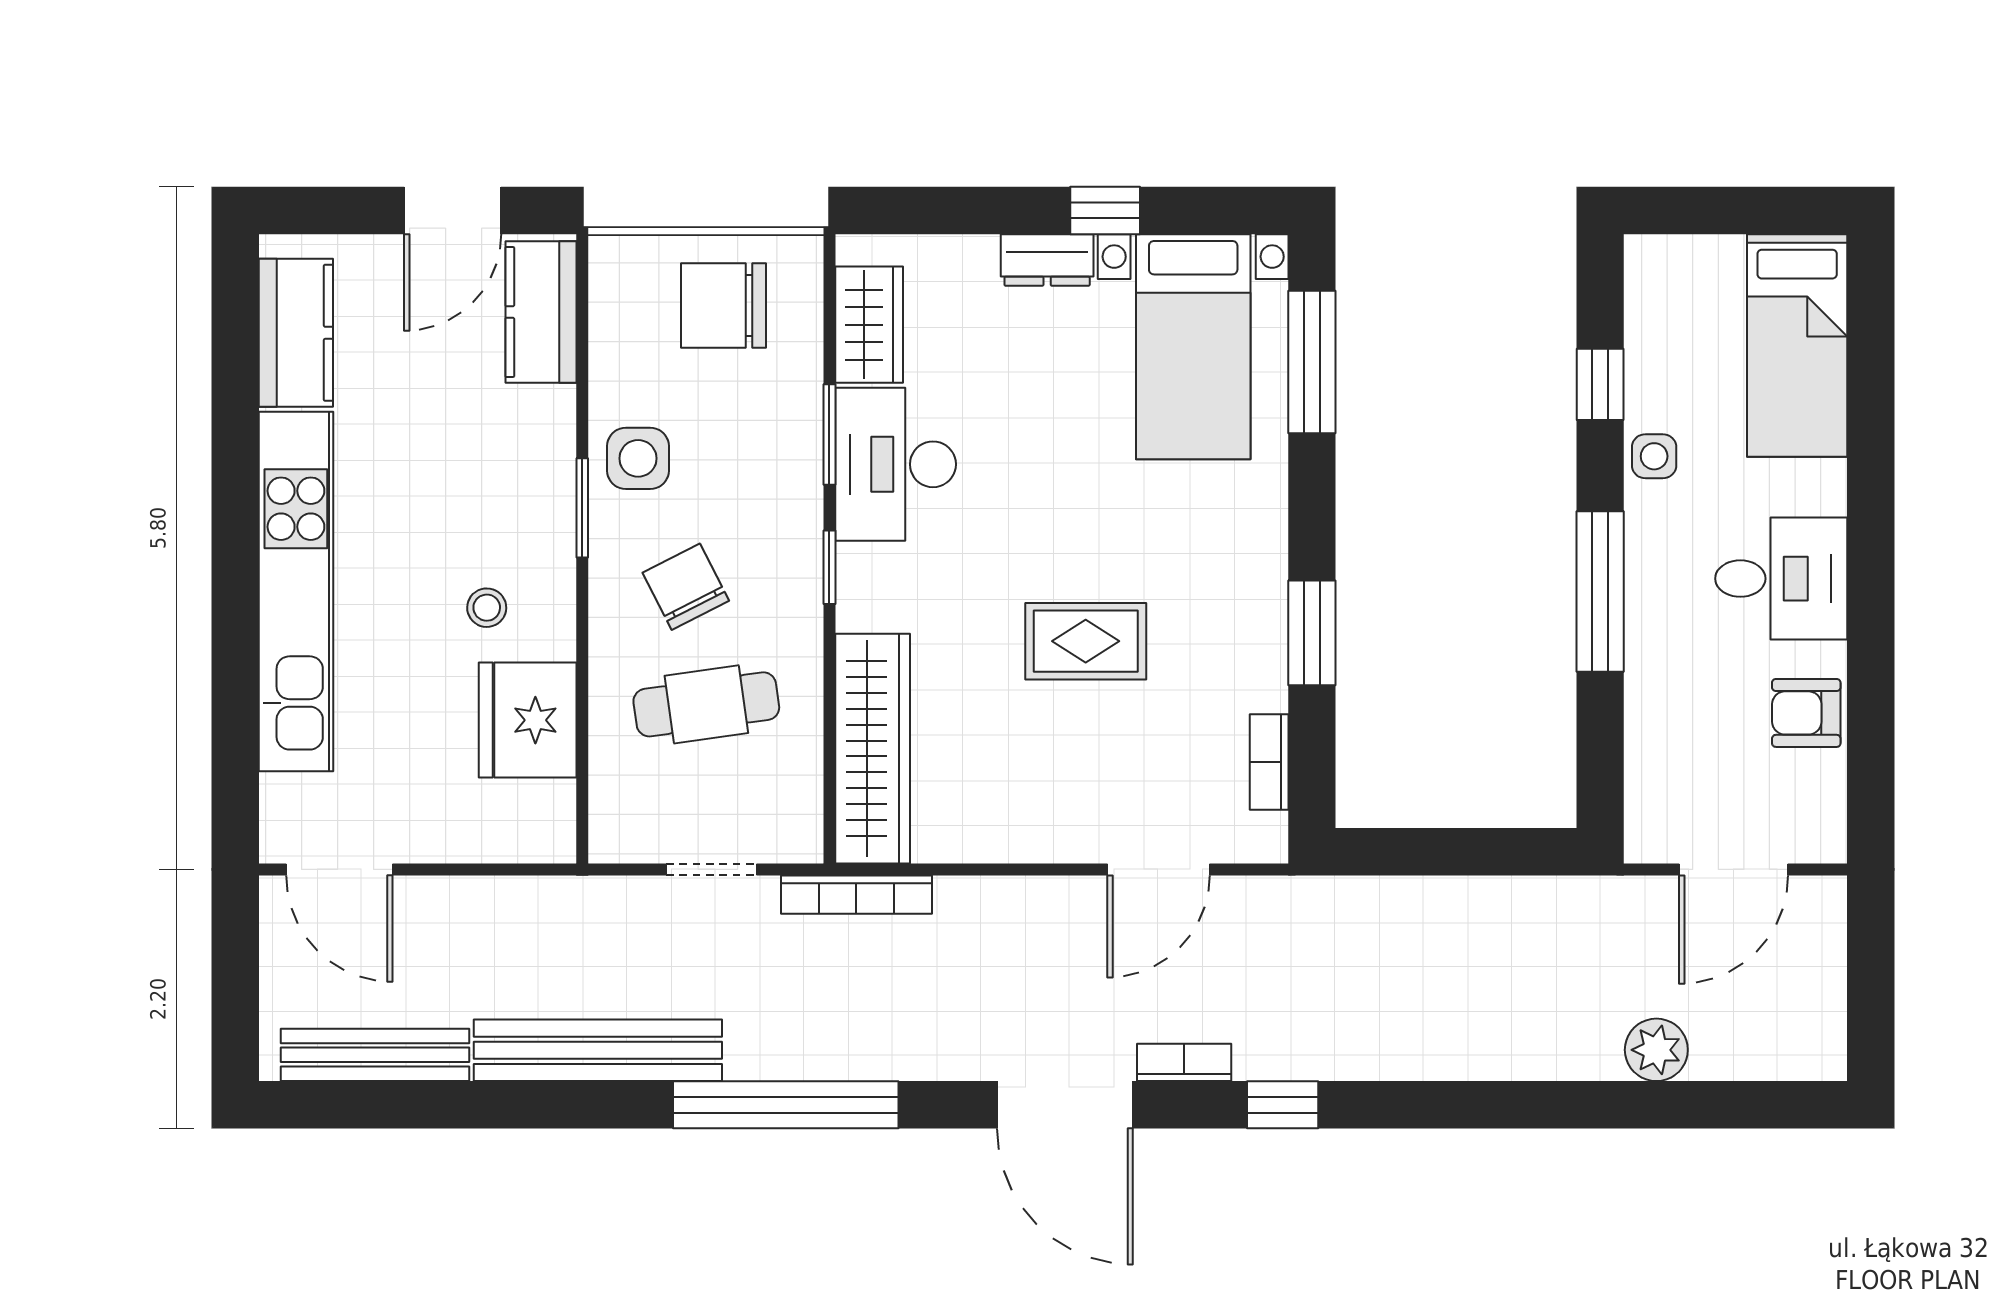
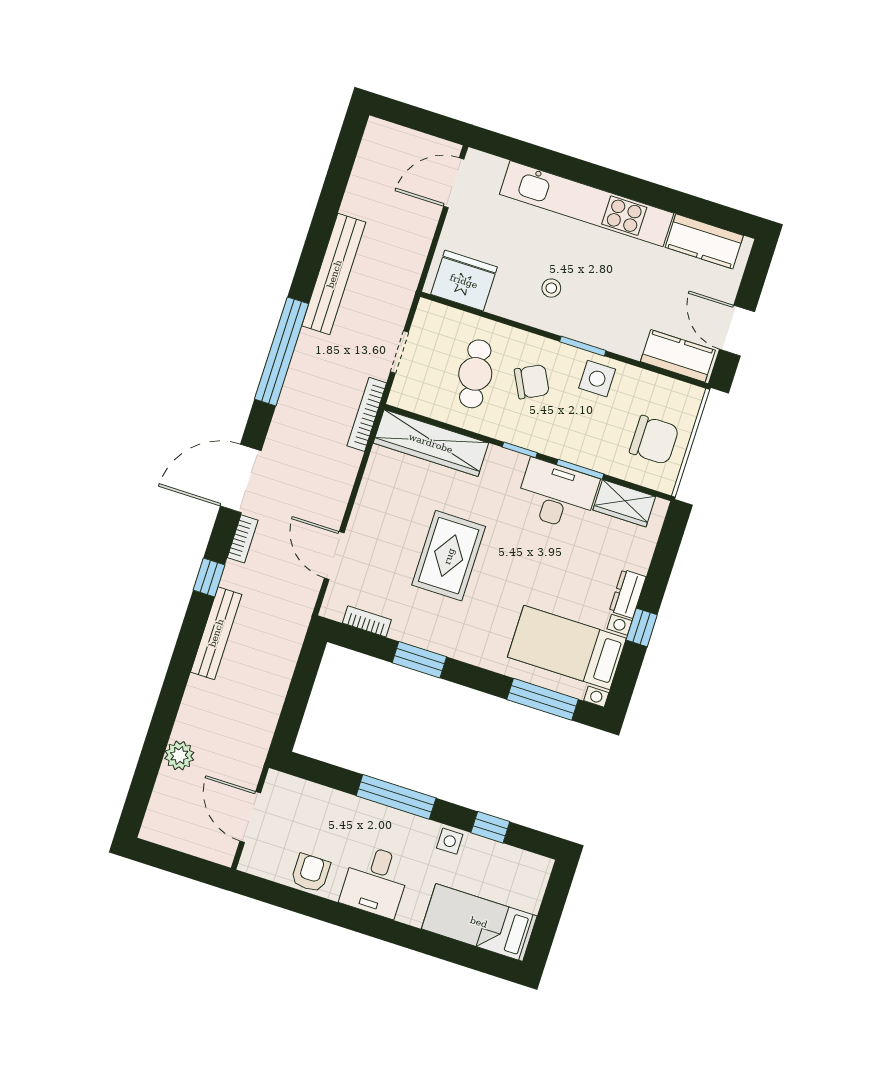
chair: (724, 306) -> (654, 440), turned 90
rug: (1086, 641) -> (449, 556), width x1.36, depth x1.43
fridge: (528, 720) -> (464, 281), moved
bench: (375, 1055) -> (216, 633), moved

